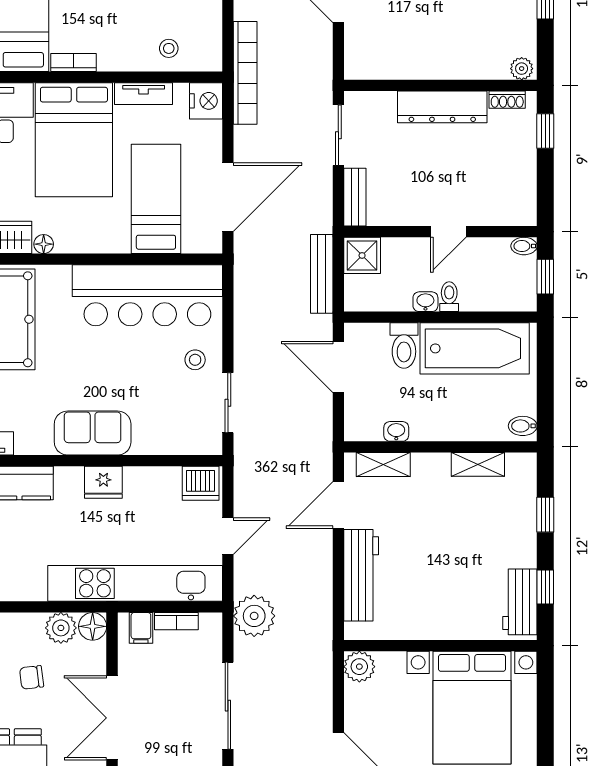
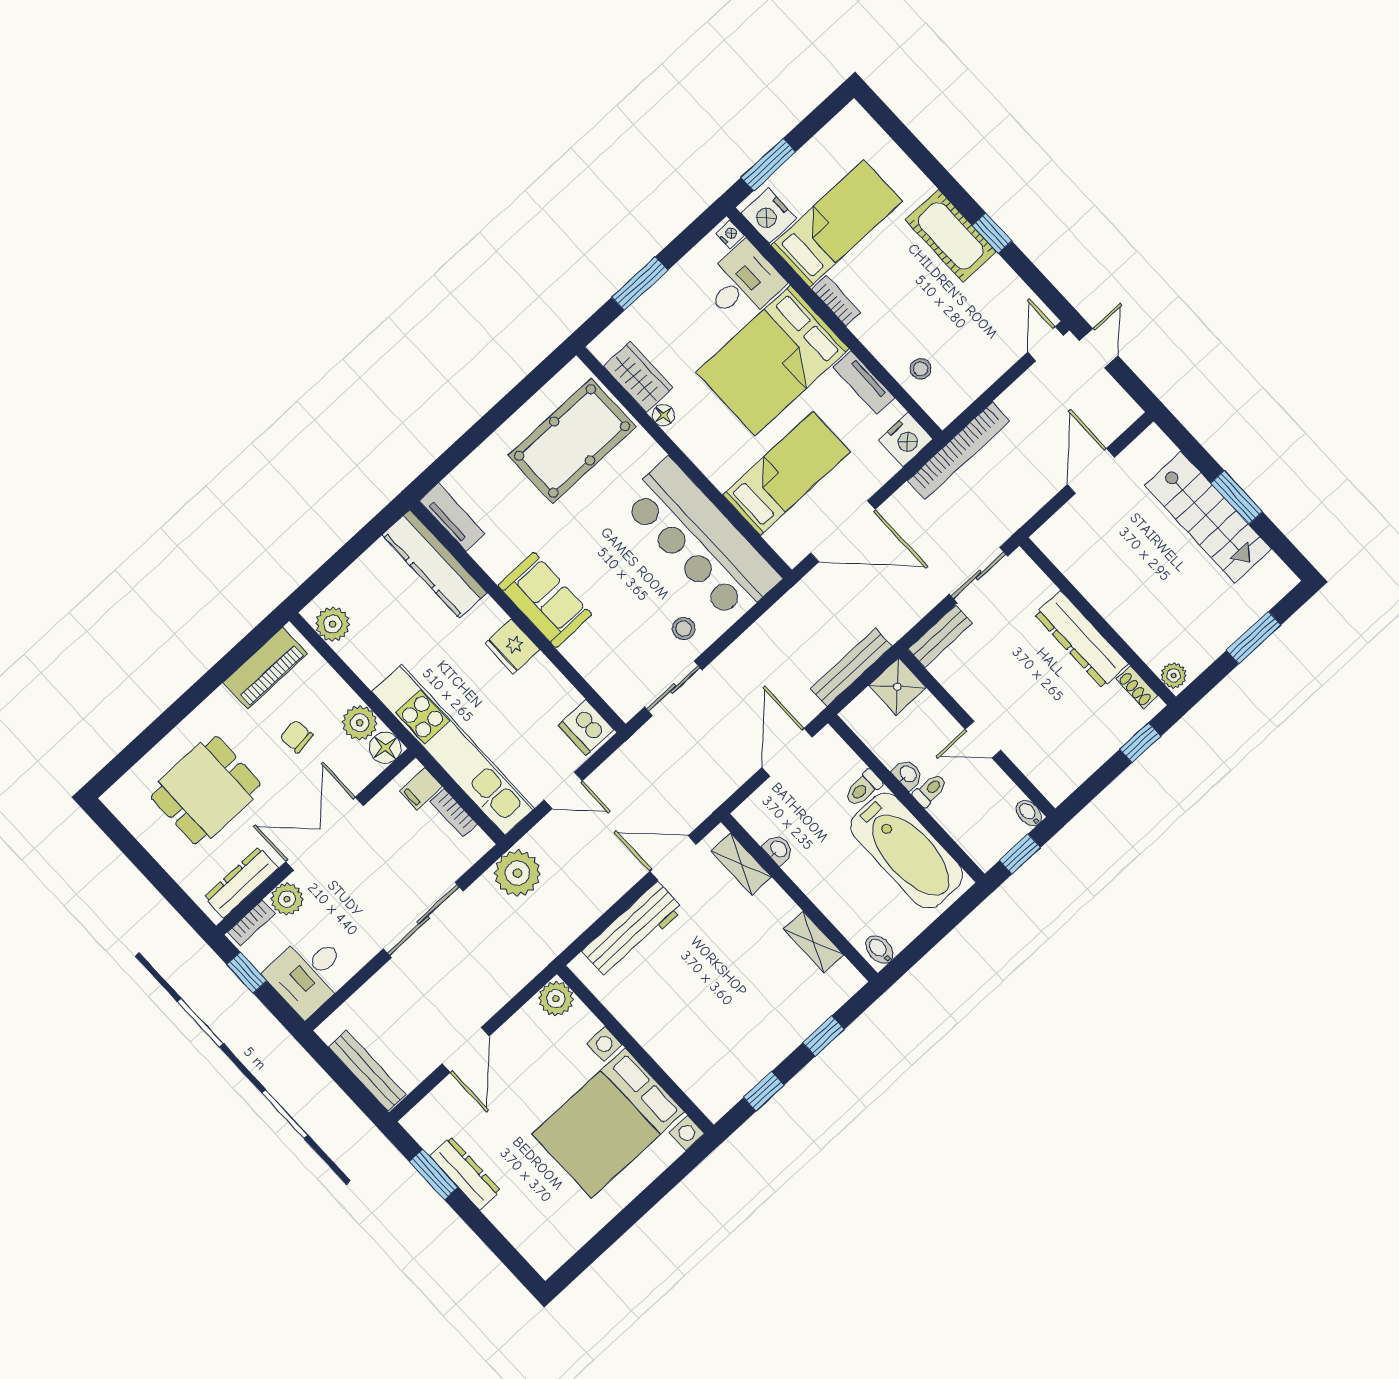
toilet: (404, 346) -> (863, 788), width x0.73, depth x0.72
workbench: (520, 602) -> (732, 1082), removed

